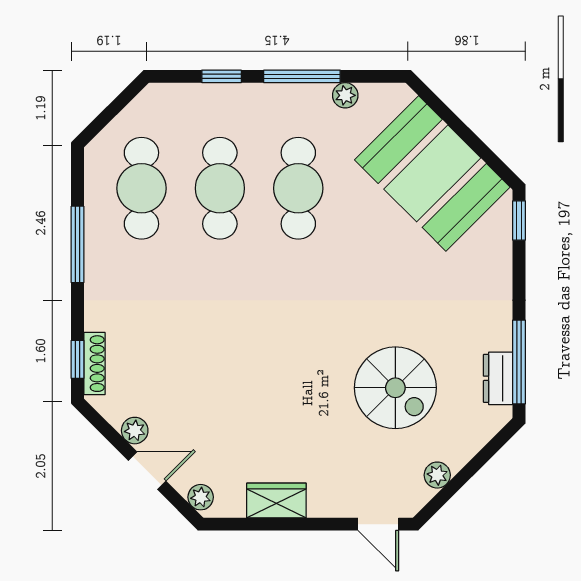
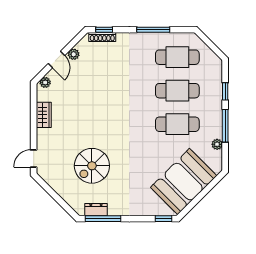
plant: (437, 475) -> (55, 184), removed

